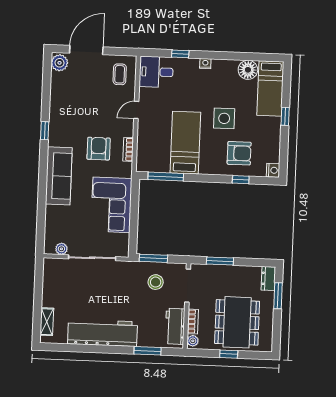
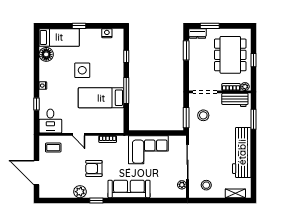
plant: (60, 63) -> (80, 192), moved
armchair: (99, 149) -> (94, 168), moved
armchair: (239, 153) -> (107, 58), removed
nightstand: (273, 170) -> (107, 33), moved
window: (166, 177) -> (126, 90), moved
window: (220, 261) -> (186, 50), moved
stool: (60, 282) -> (206, 185), added
dining table: (237, 322) -> (230, 55), turned 90

